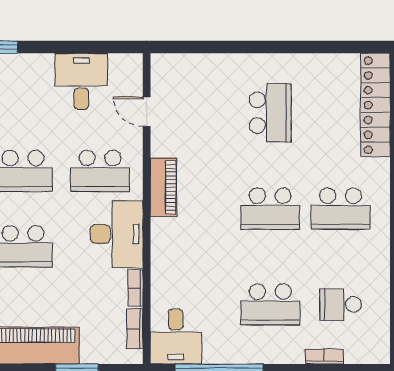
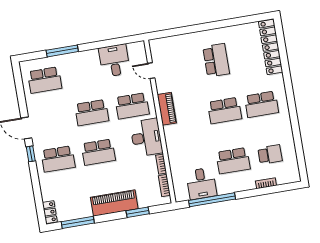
school desk: (341, 304) -> (270, 154), turned 180
desk: (176, 337) -> (201, 183), moved

